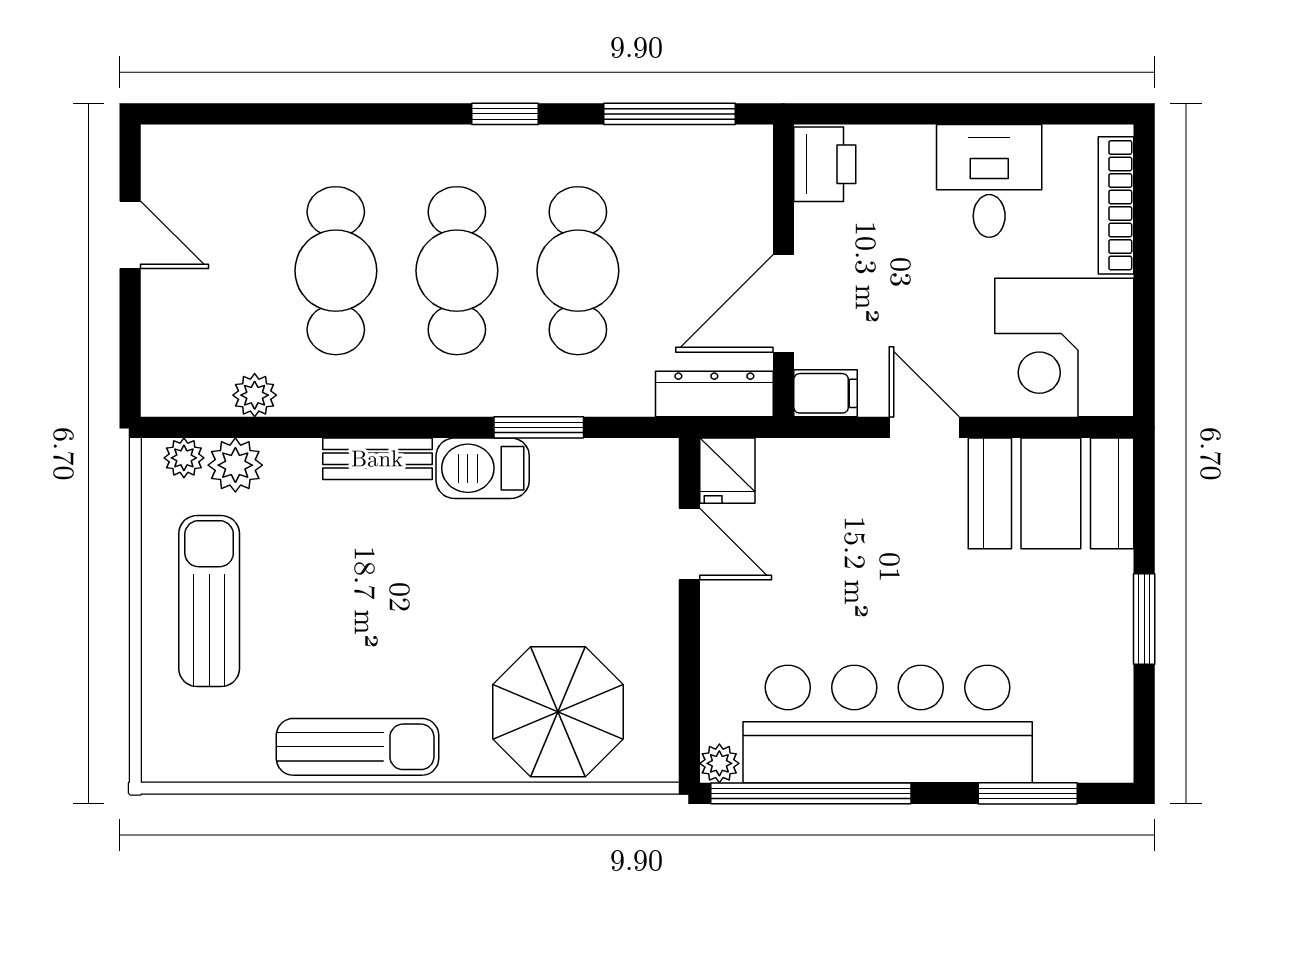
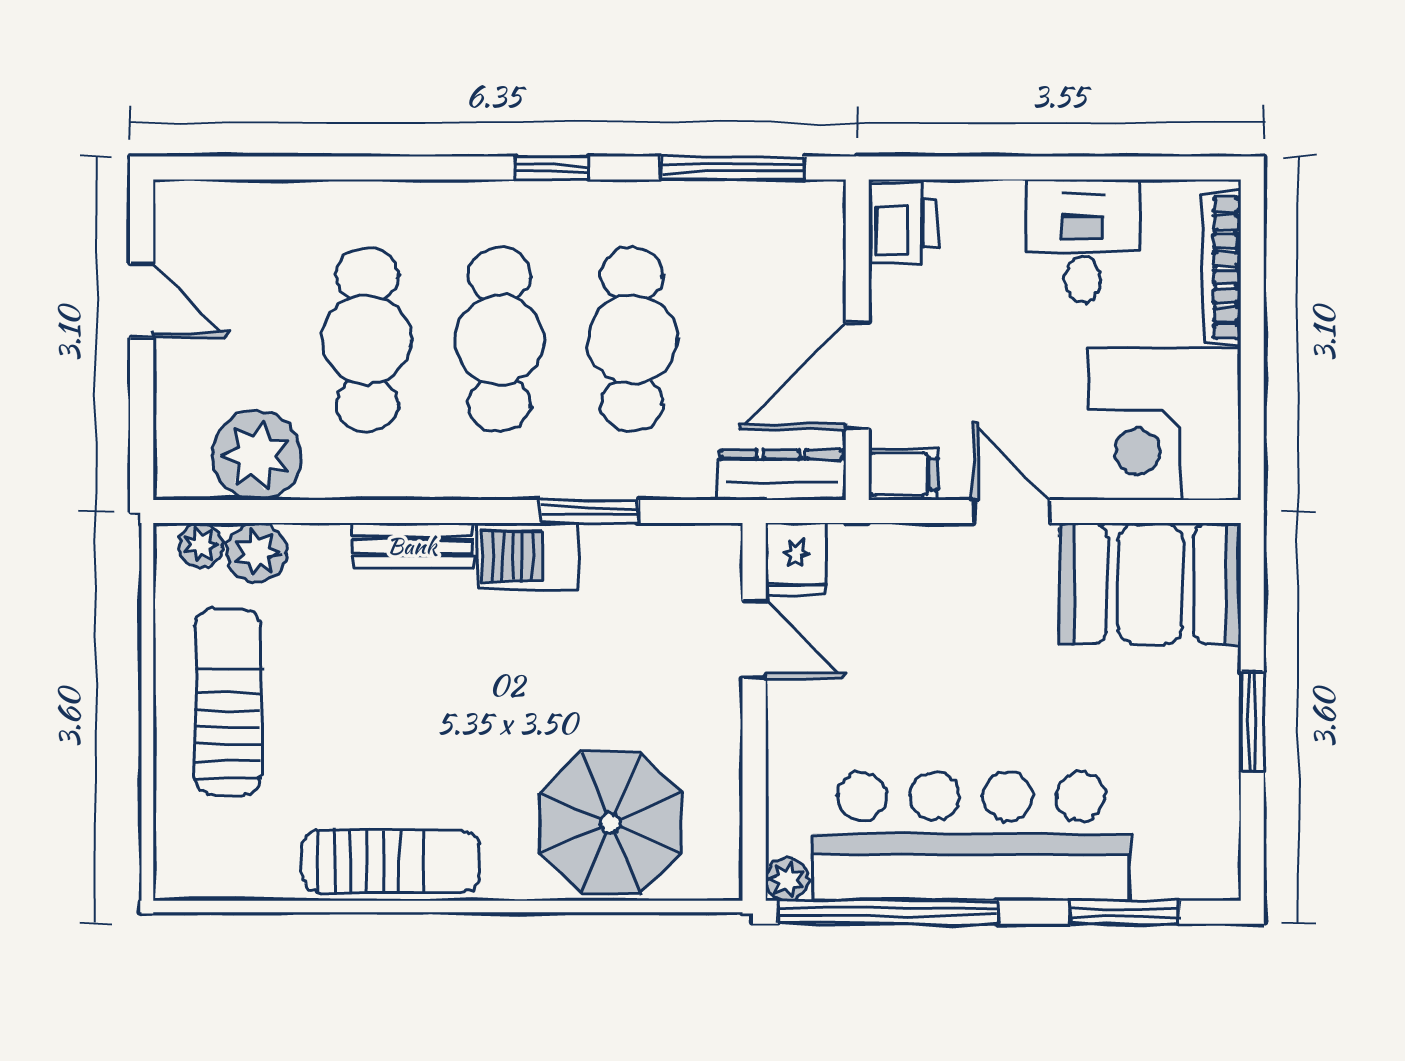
plant: (255, 395) -> (257, 455), width x1.88, depth x1.88

